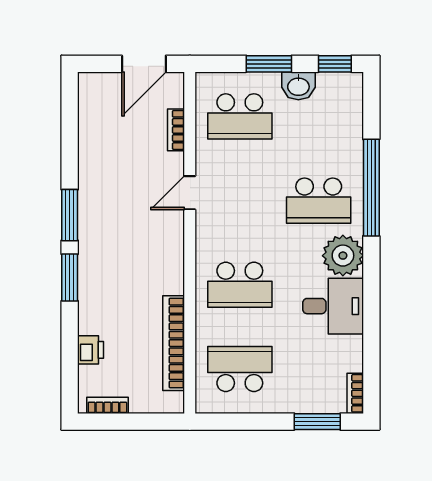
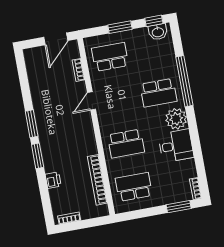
washbasin: (298, 86) -> (158, 32), moved
school desk: (240, 116) -> (110, 57), turned 180
printer: (91, 350) -> (53, 180), moved

